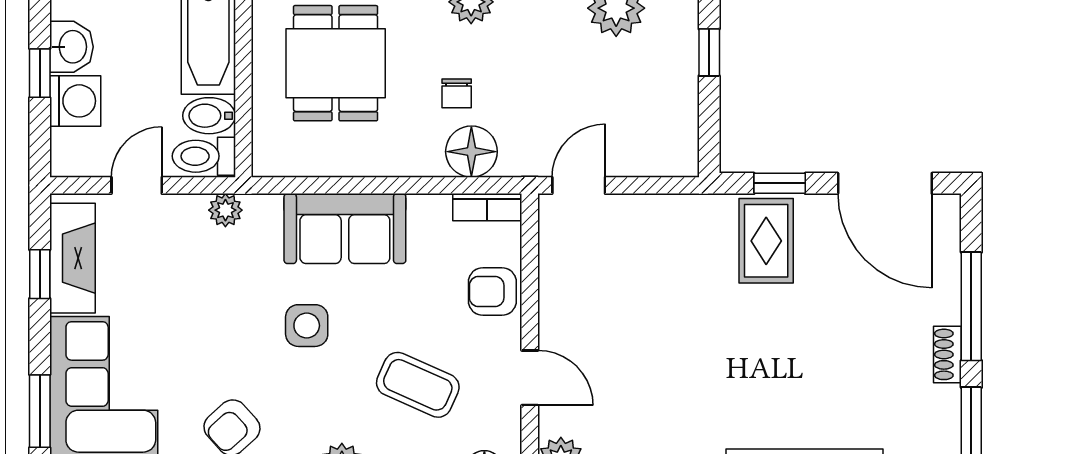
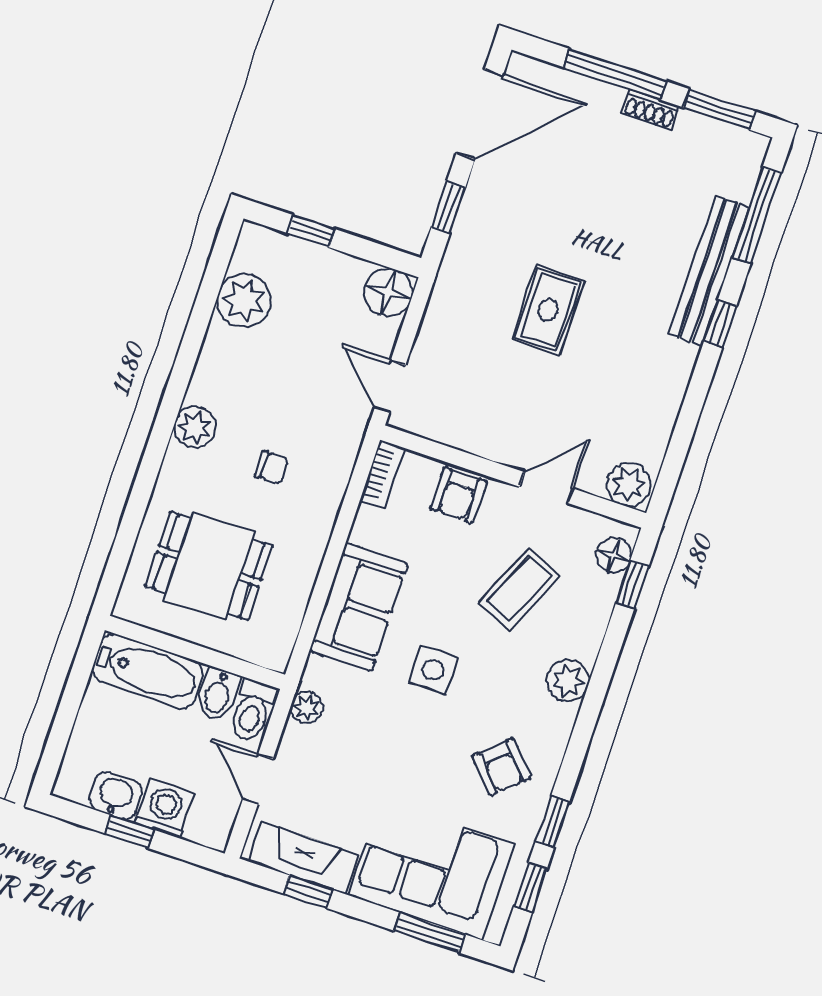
floor lamp: (471, 152) -> (388, 292), moved
rug: (766, 241) -> (548, 310), moved, turned 90

